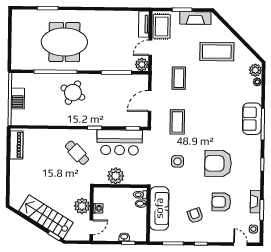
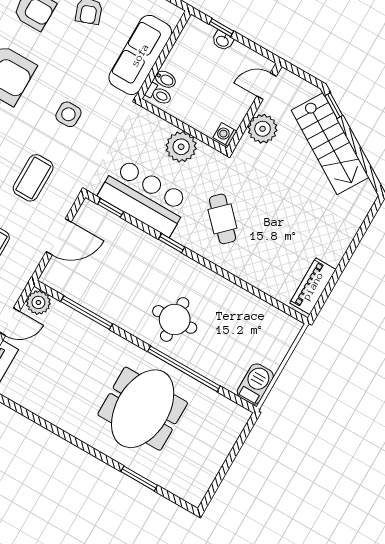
meeting table: (64, 42) -> (143, 409), turned 90
round table: (73, 93) -> (175, 319), turned -30
barbecue: (18, 99) -> (255, 384), moved
washing machine: (98, 208) -> (225, 134), moved

